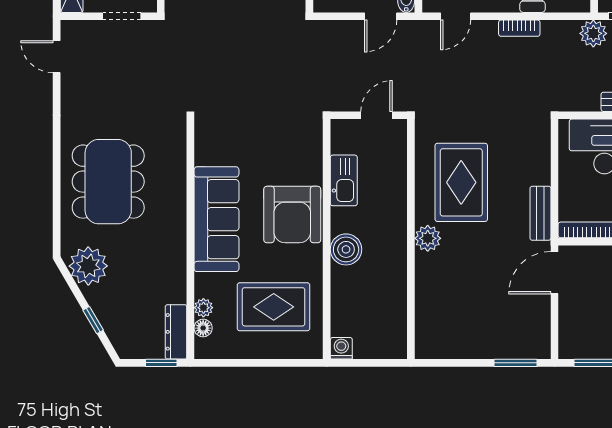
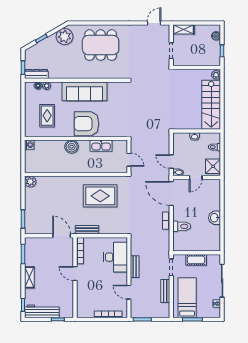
door: (456, 16) -> (171, 193), width x1.88
plant: (593, 33) -> (164, 252), removed
plant: (428, 238) -> (30, 182), moved
rug: (274, 307) -> (47, 116), width x0.73, depth x0.70

